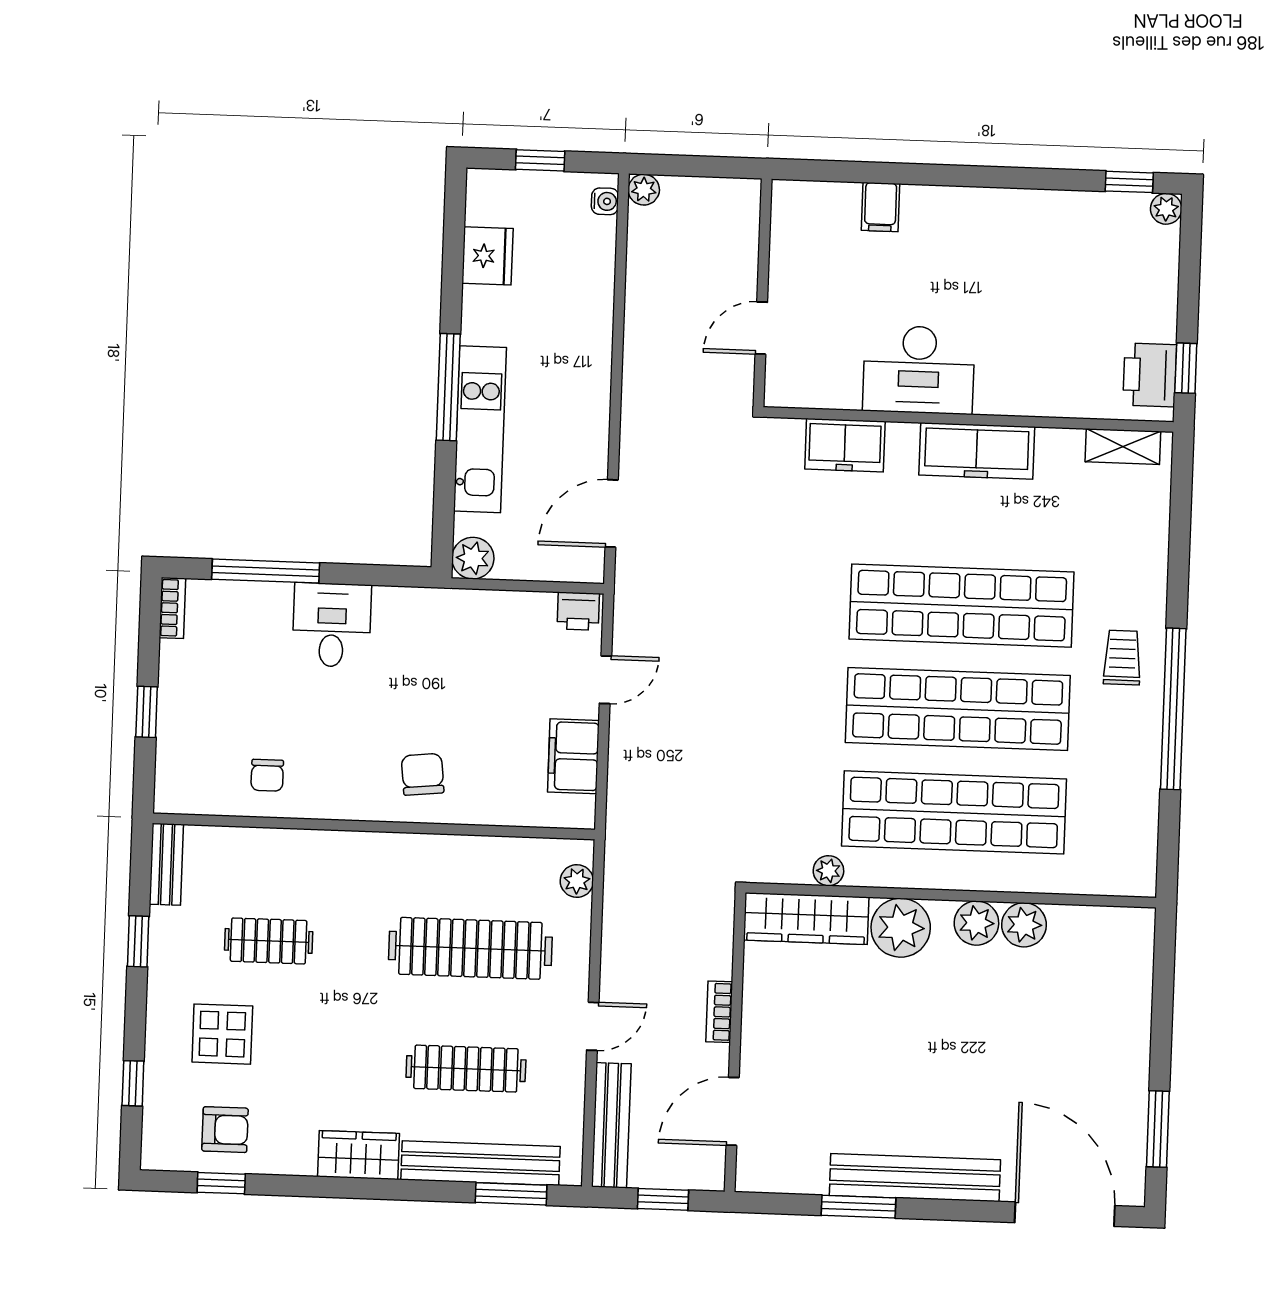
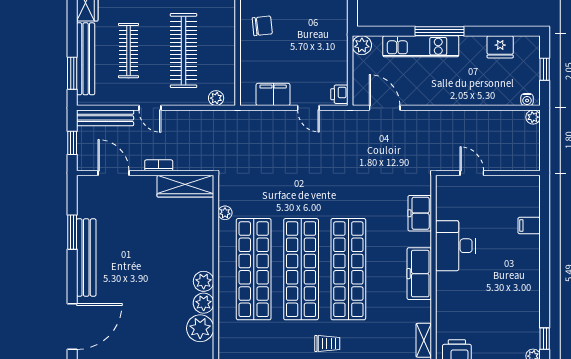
wardrobe: (806, 919) -> (185, 186), moved, turned -90
plant: (901, 928) -> (200, 328), moved

